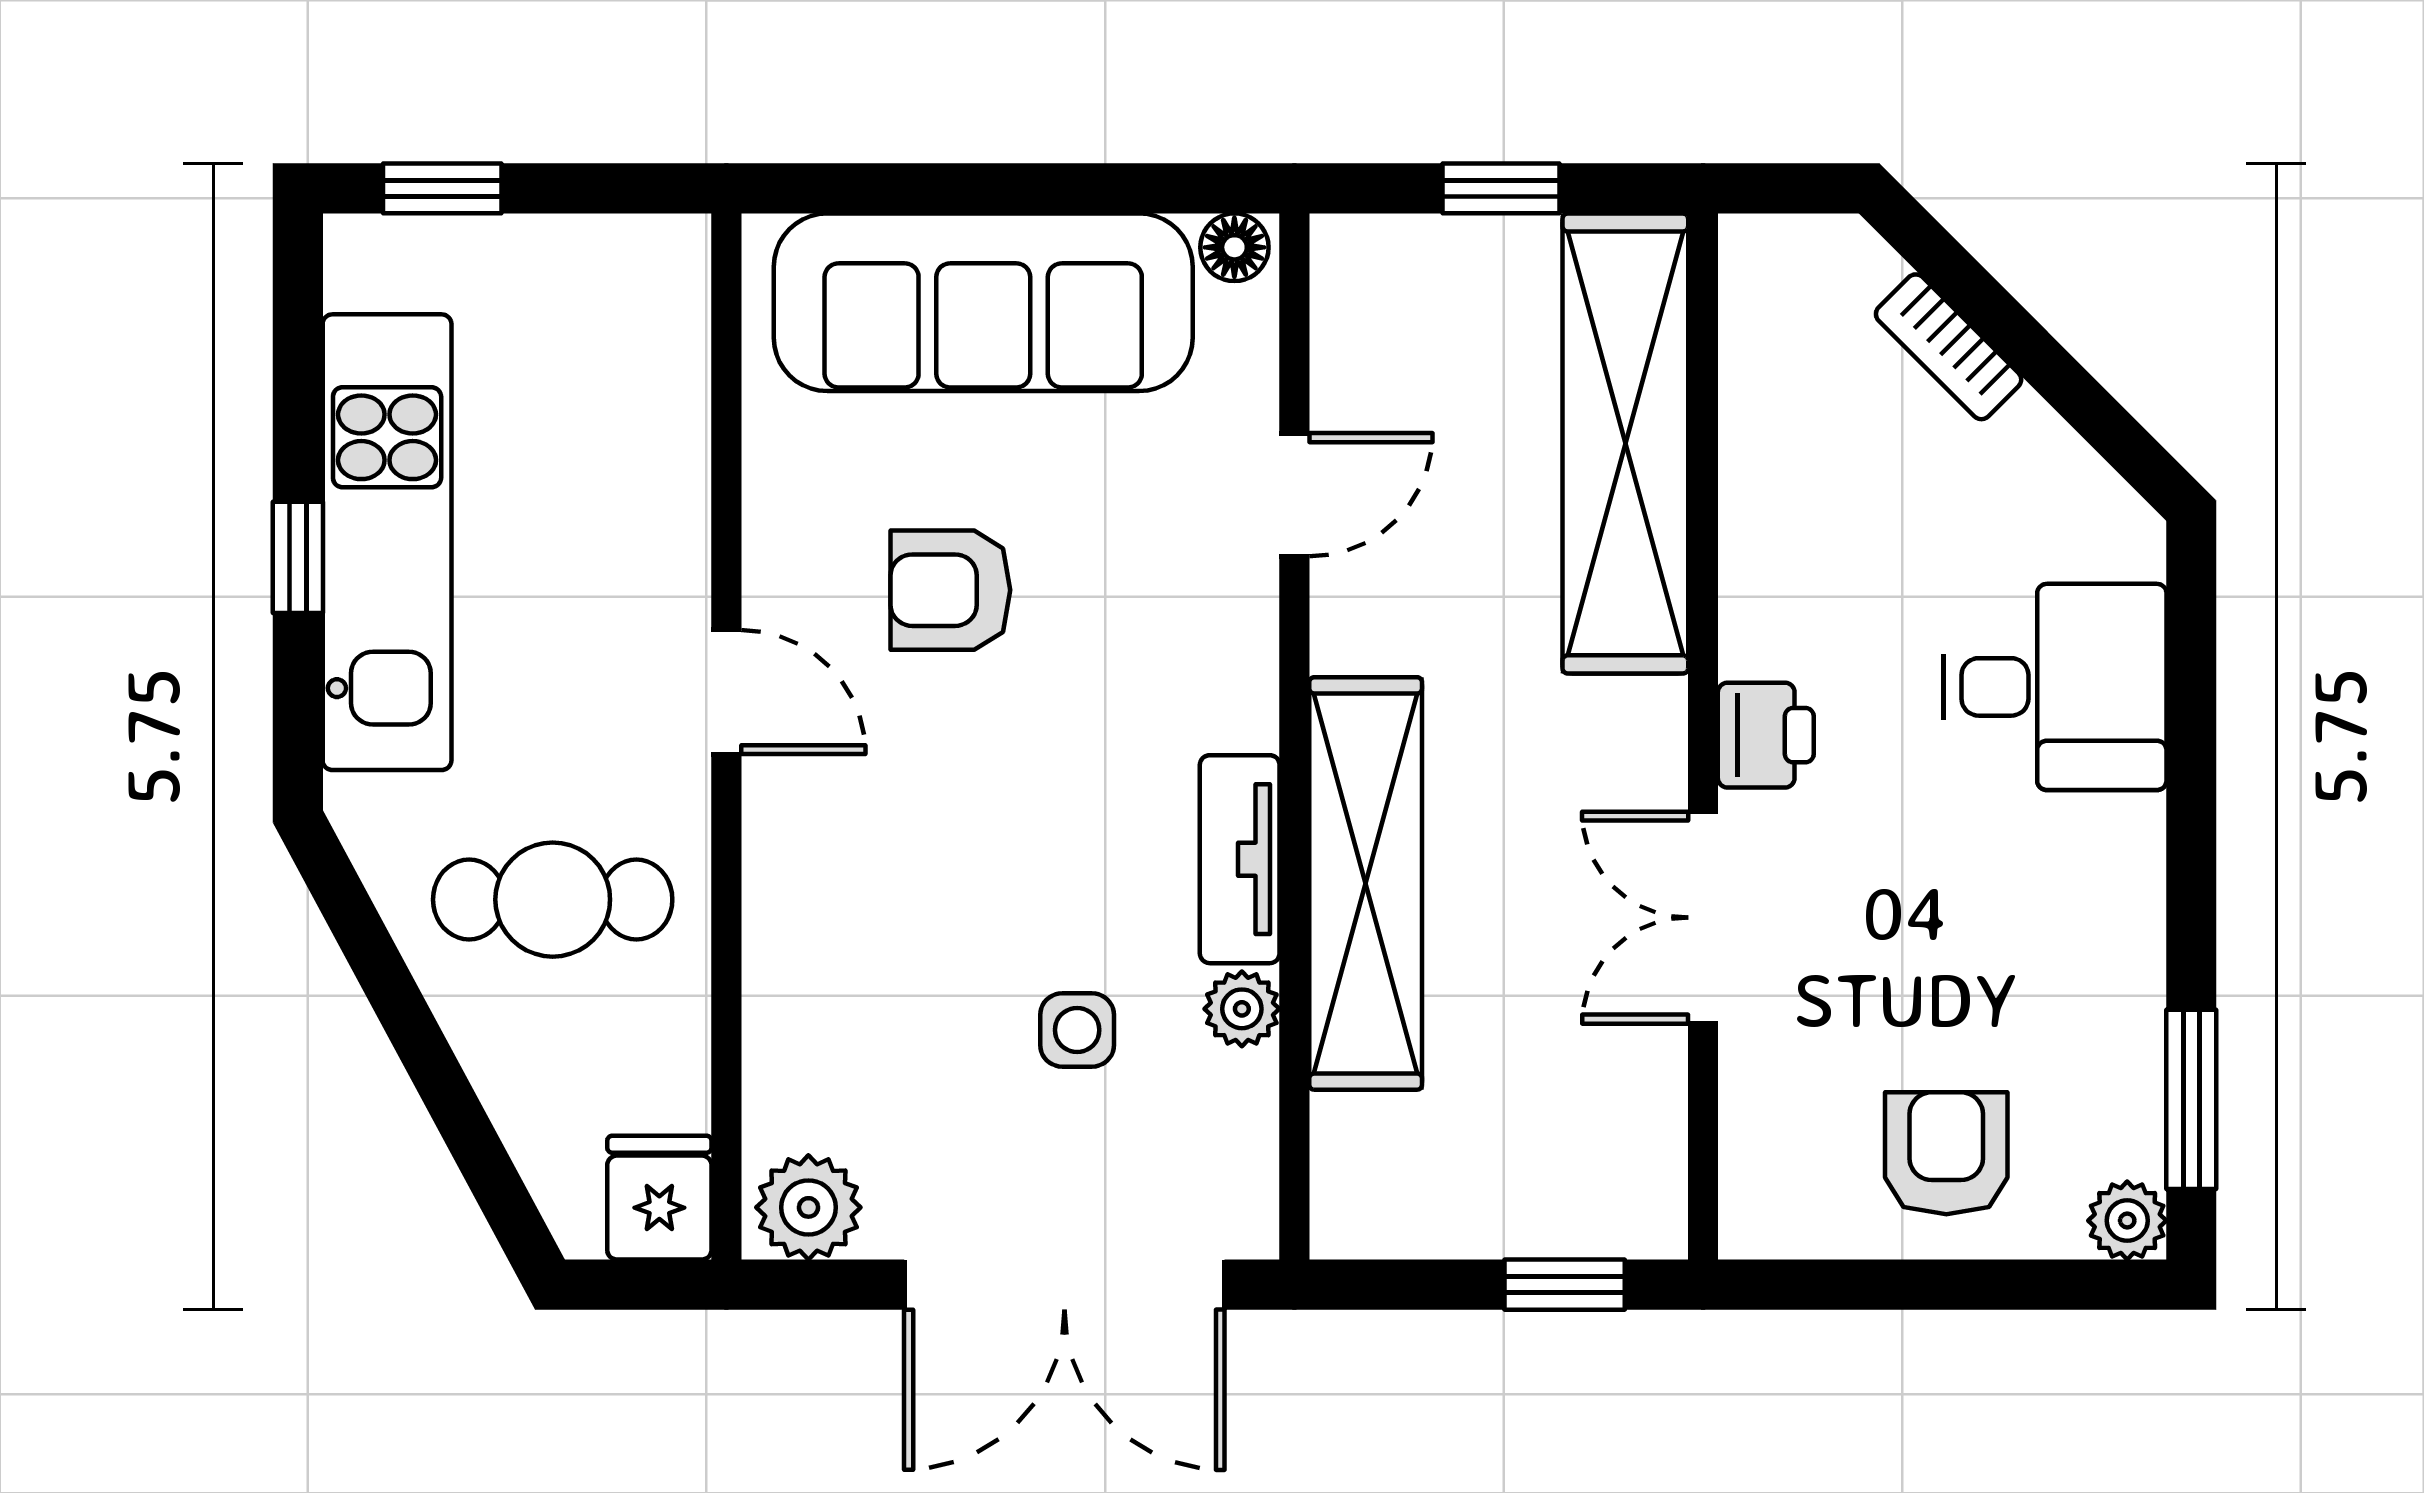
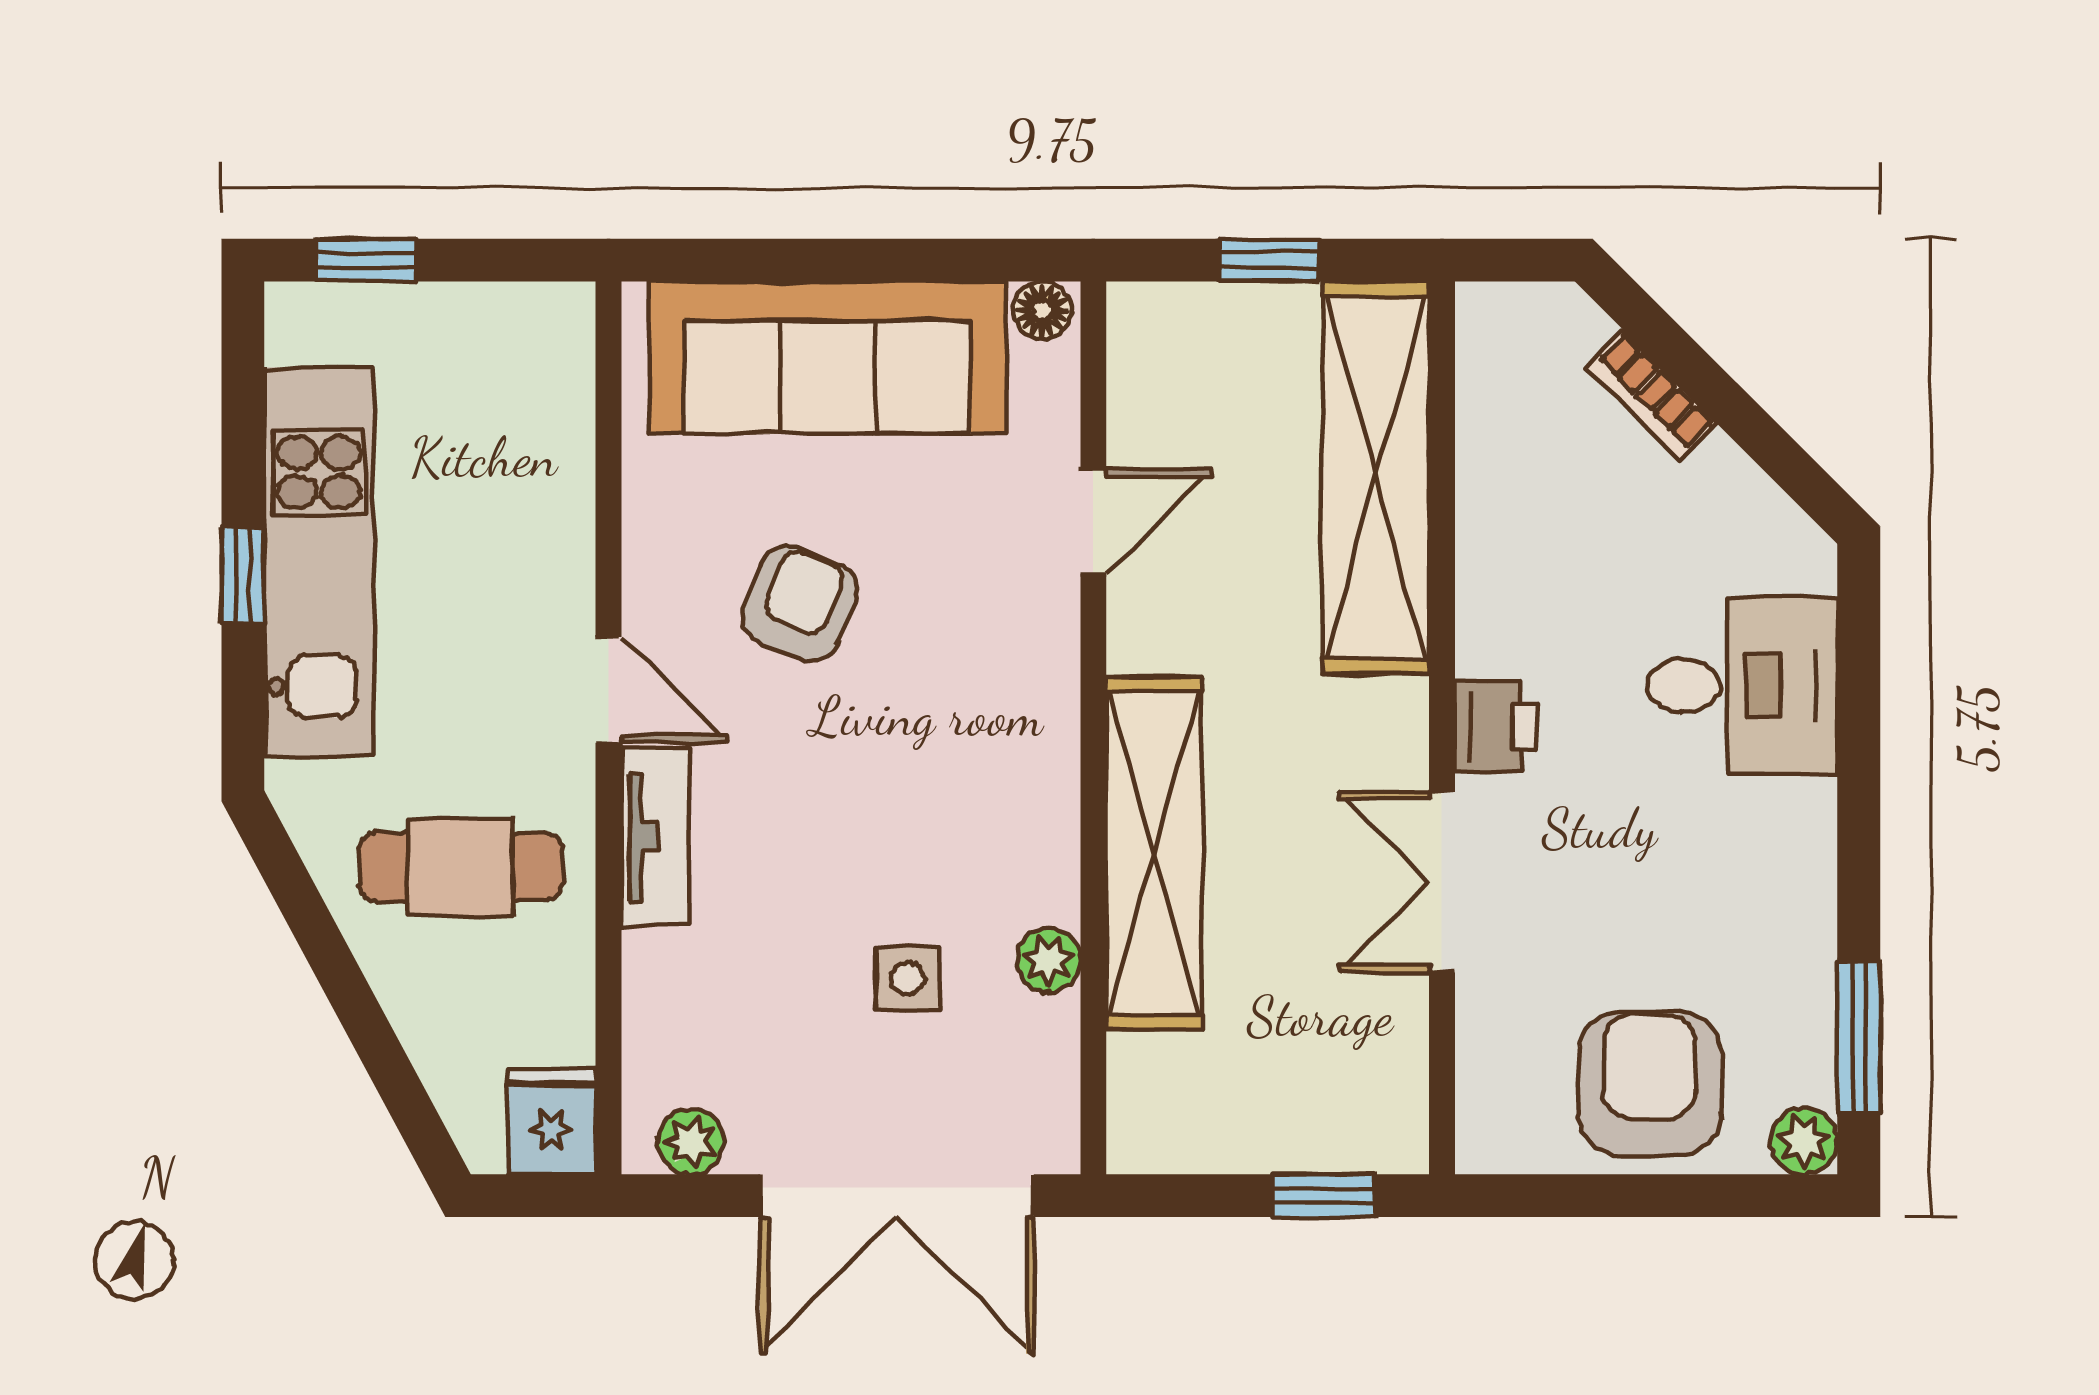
armchair: (950, 590) -> (800, 603), turned 112
tv unit: (1240, 859) -> (655, 837), moved, turned 180
armchair: (1946, 1153) -> (1650, 1084), width x1.38, depth x1.38
plant: (808, 1207) -> (691, 1142), width x0.73, depth x0.73

